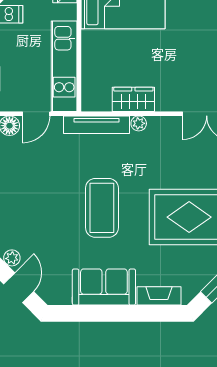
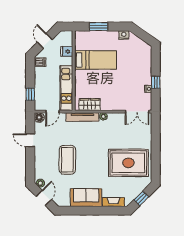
wardrobe: (133, 99) -> (90, 104), moved
coffee table: (102, 208) -> (67, 160), moved

